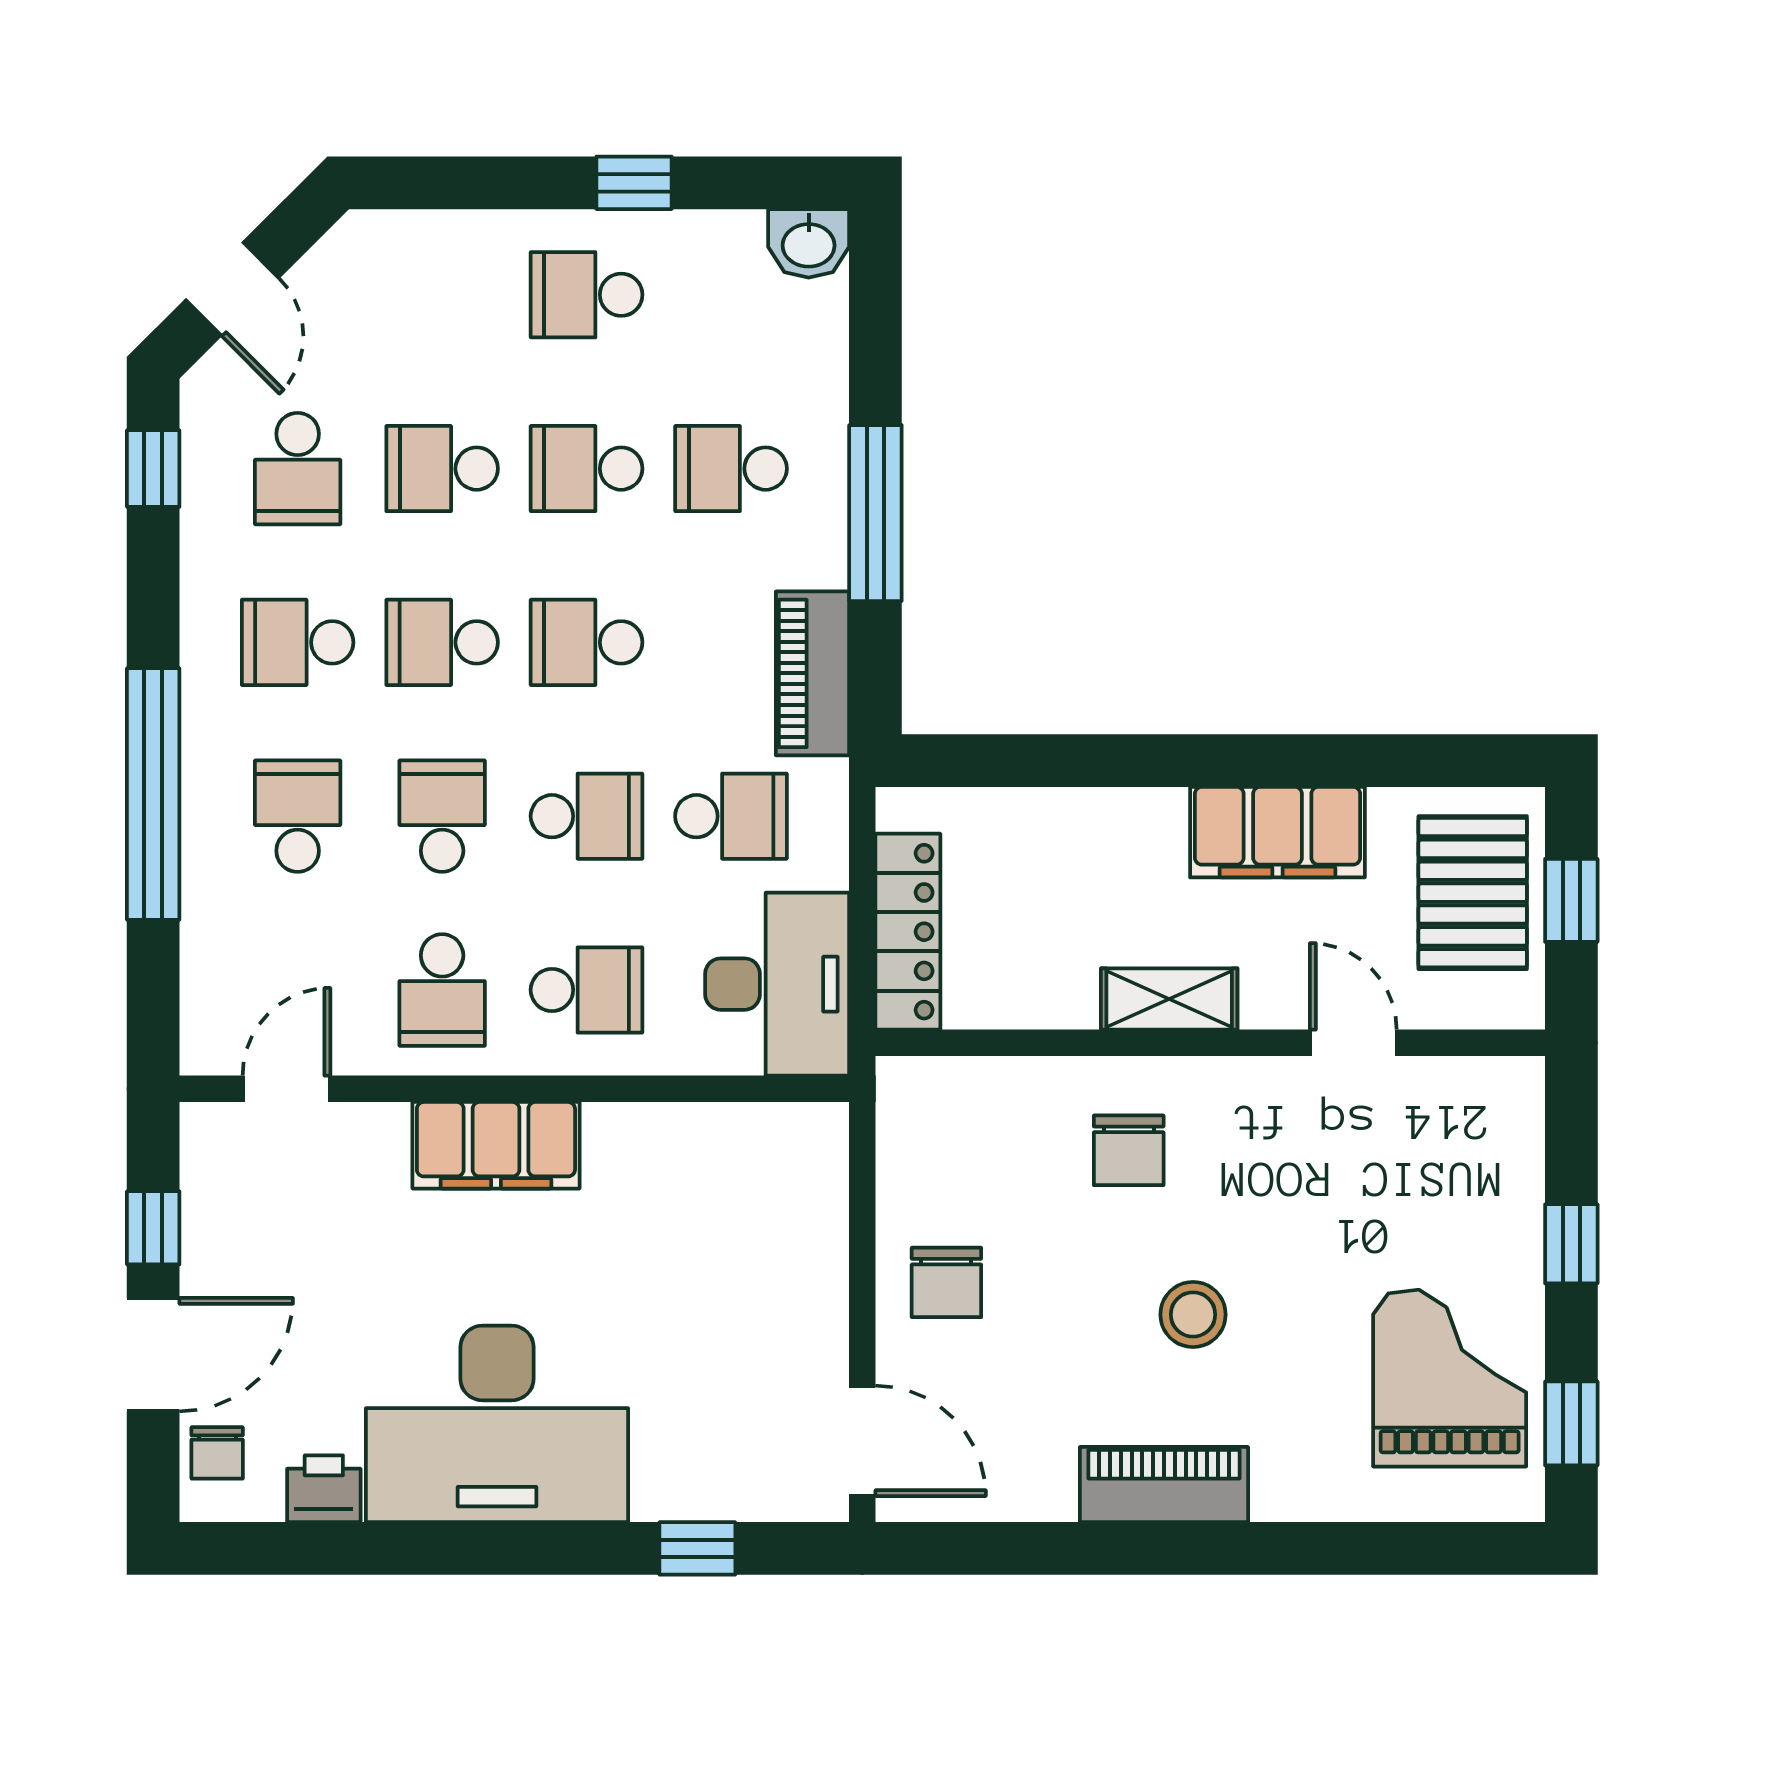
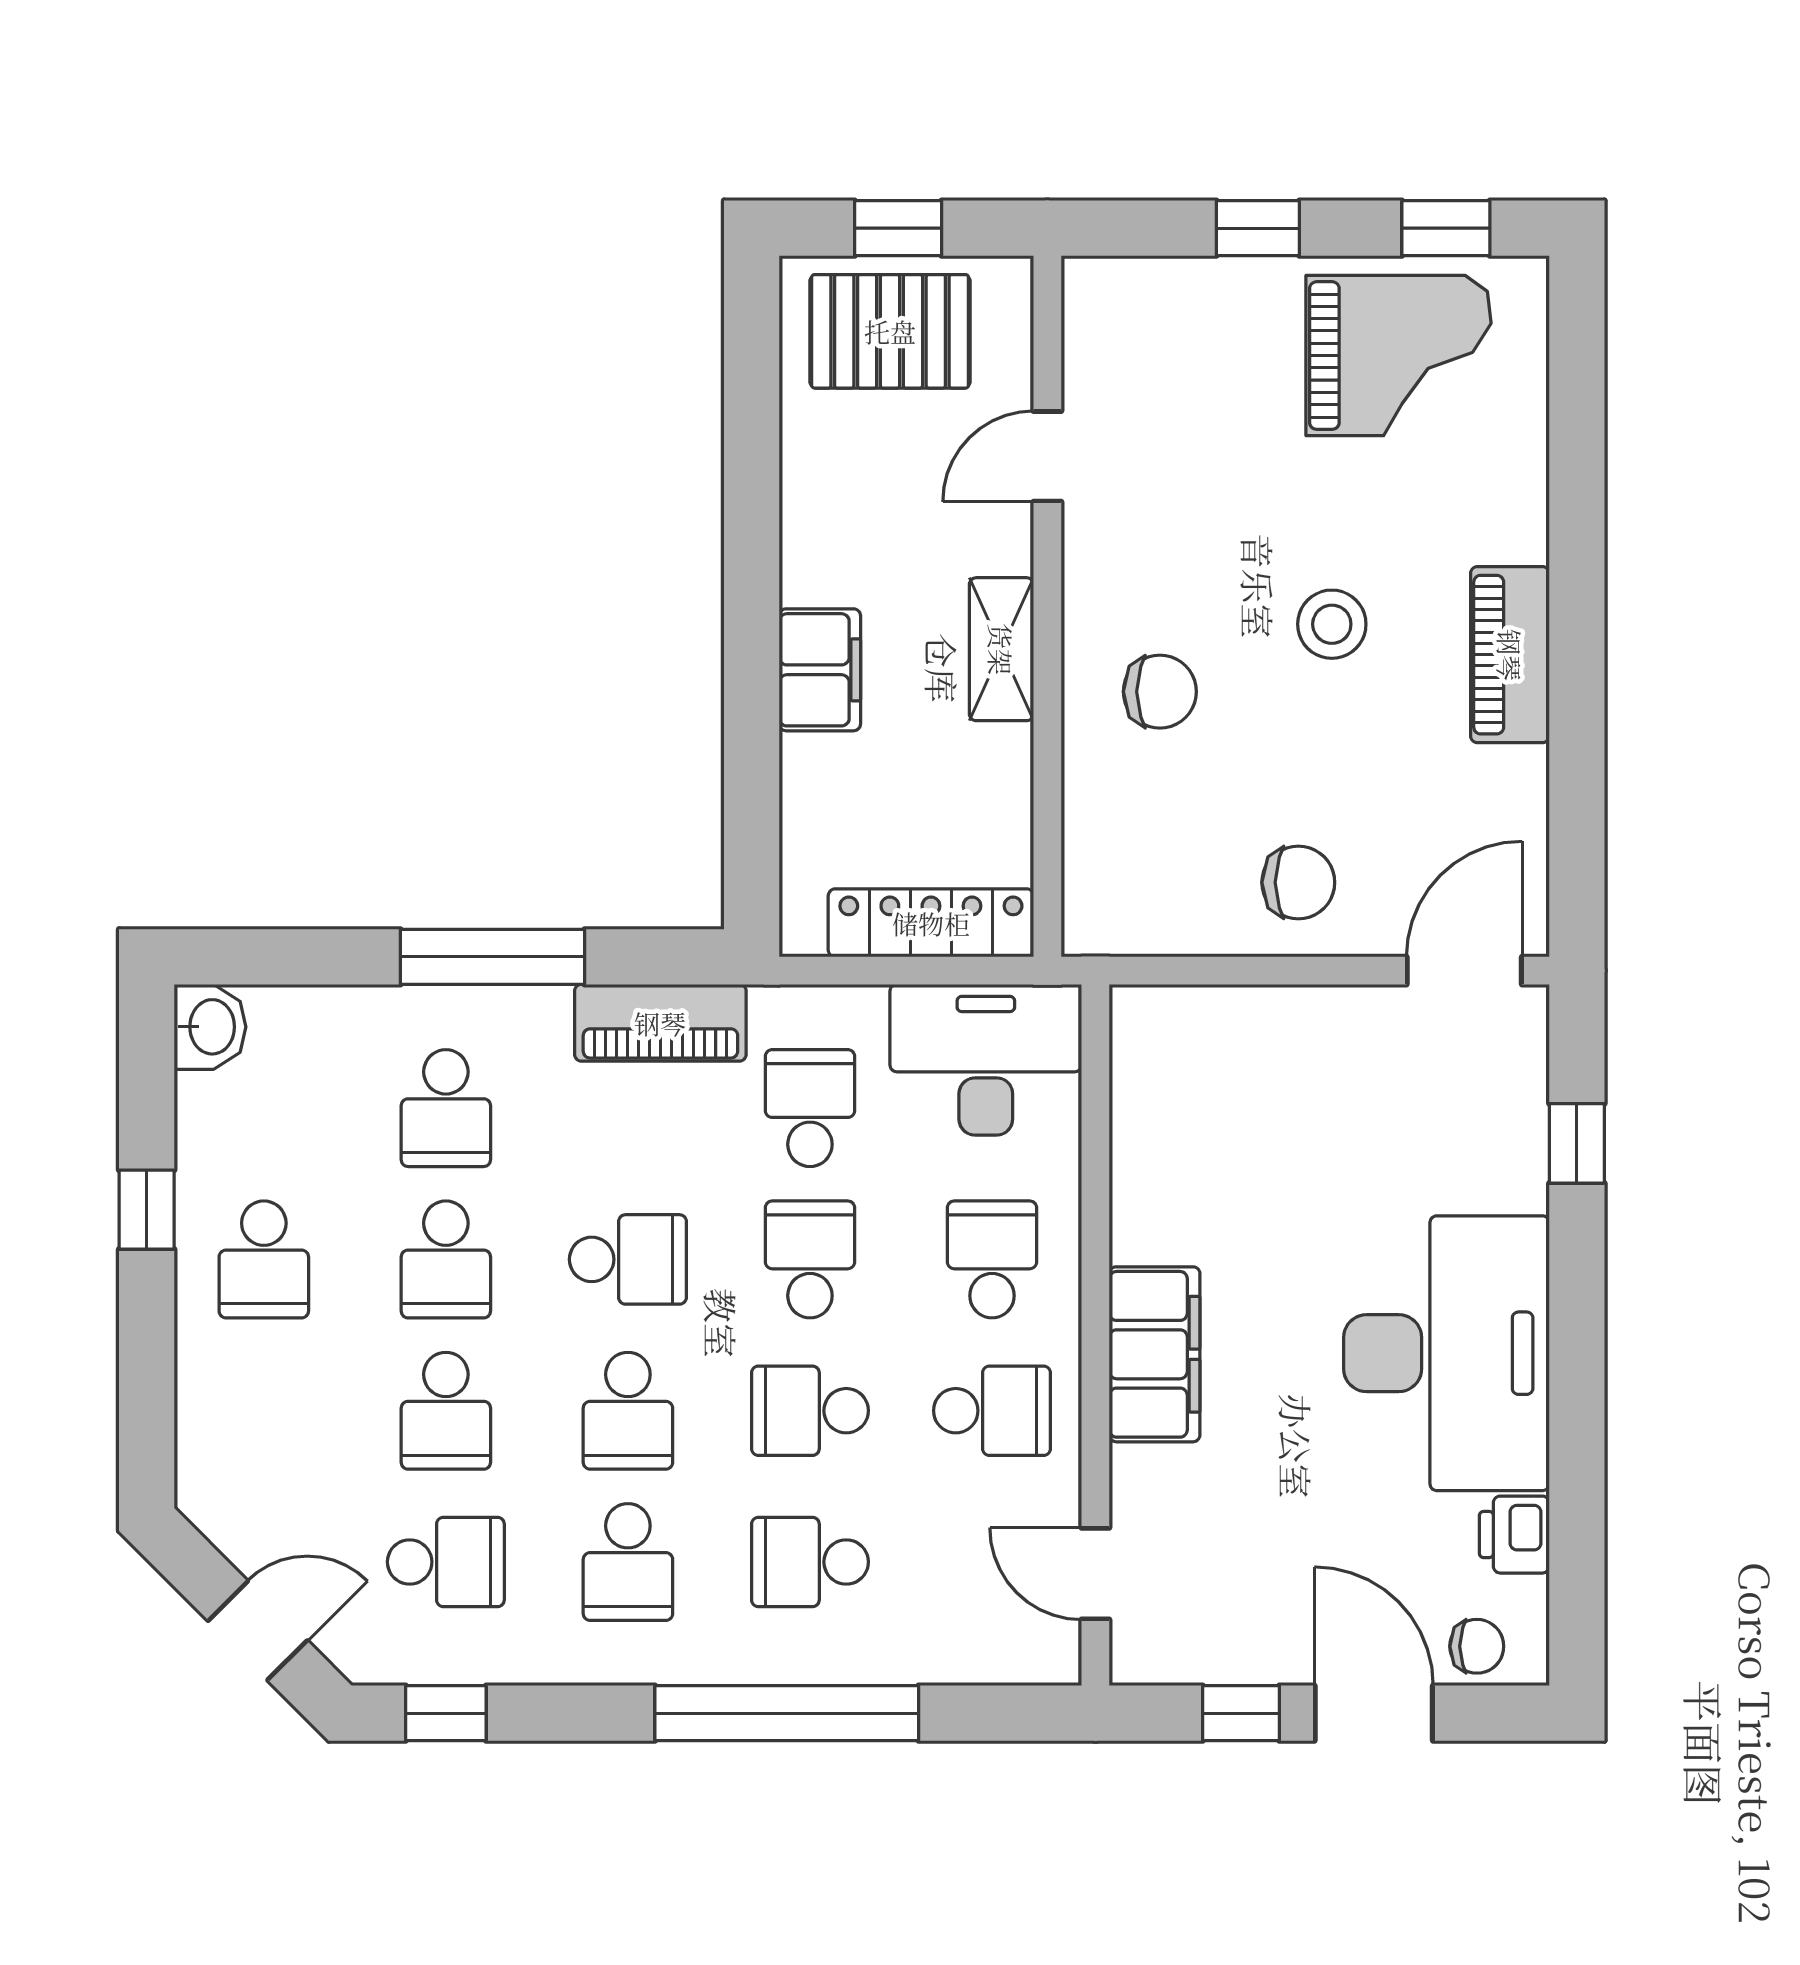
school desk: (587, 642) -> (628, 1259), turned -90
filing cabinet: (1277, 832) -> (820, 670), moved, width x0.67, depth x0.86
grand piano: (1450, 1378) -> (1398, 356), turned 180

